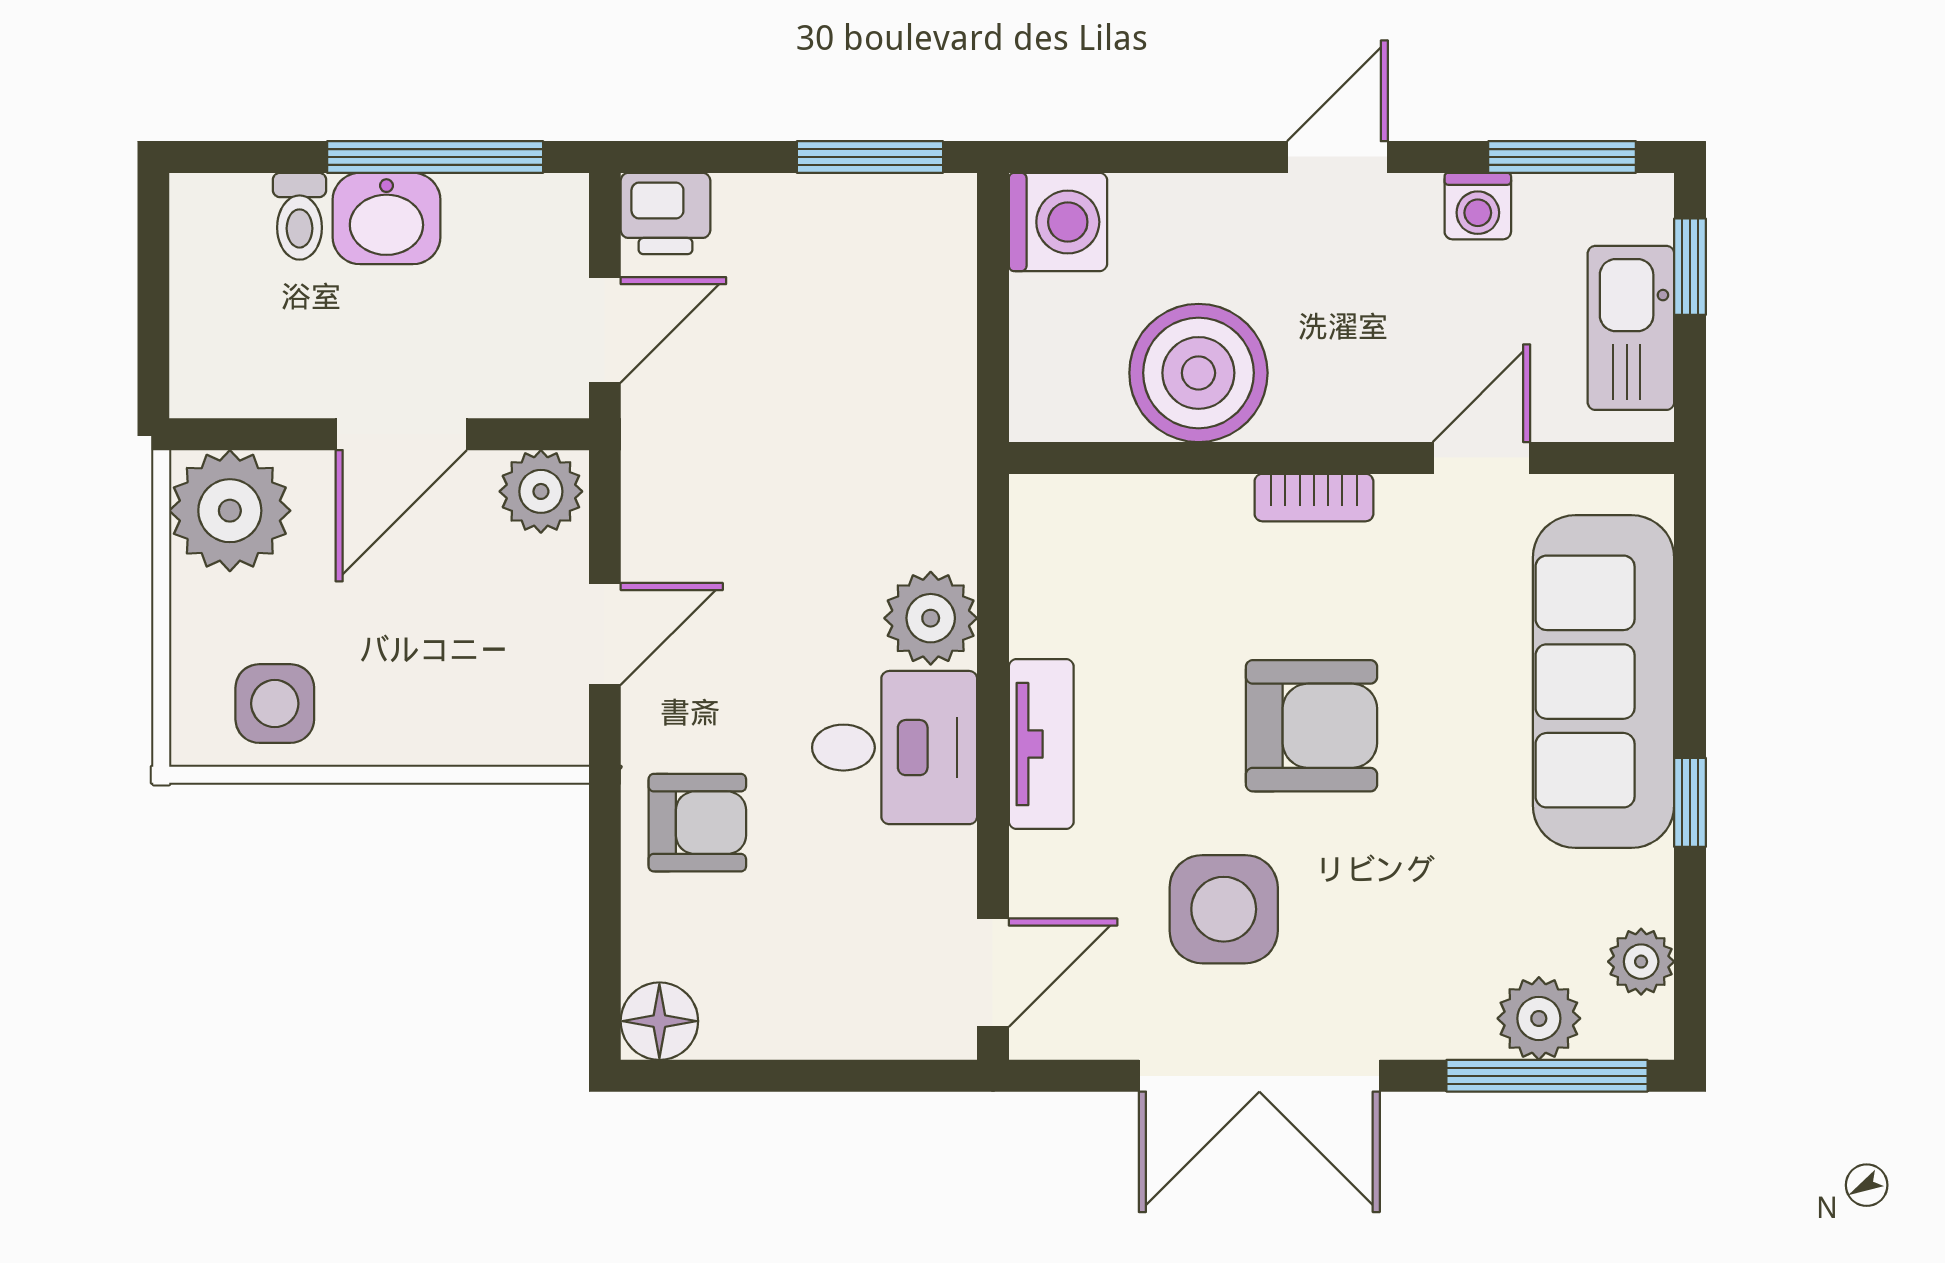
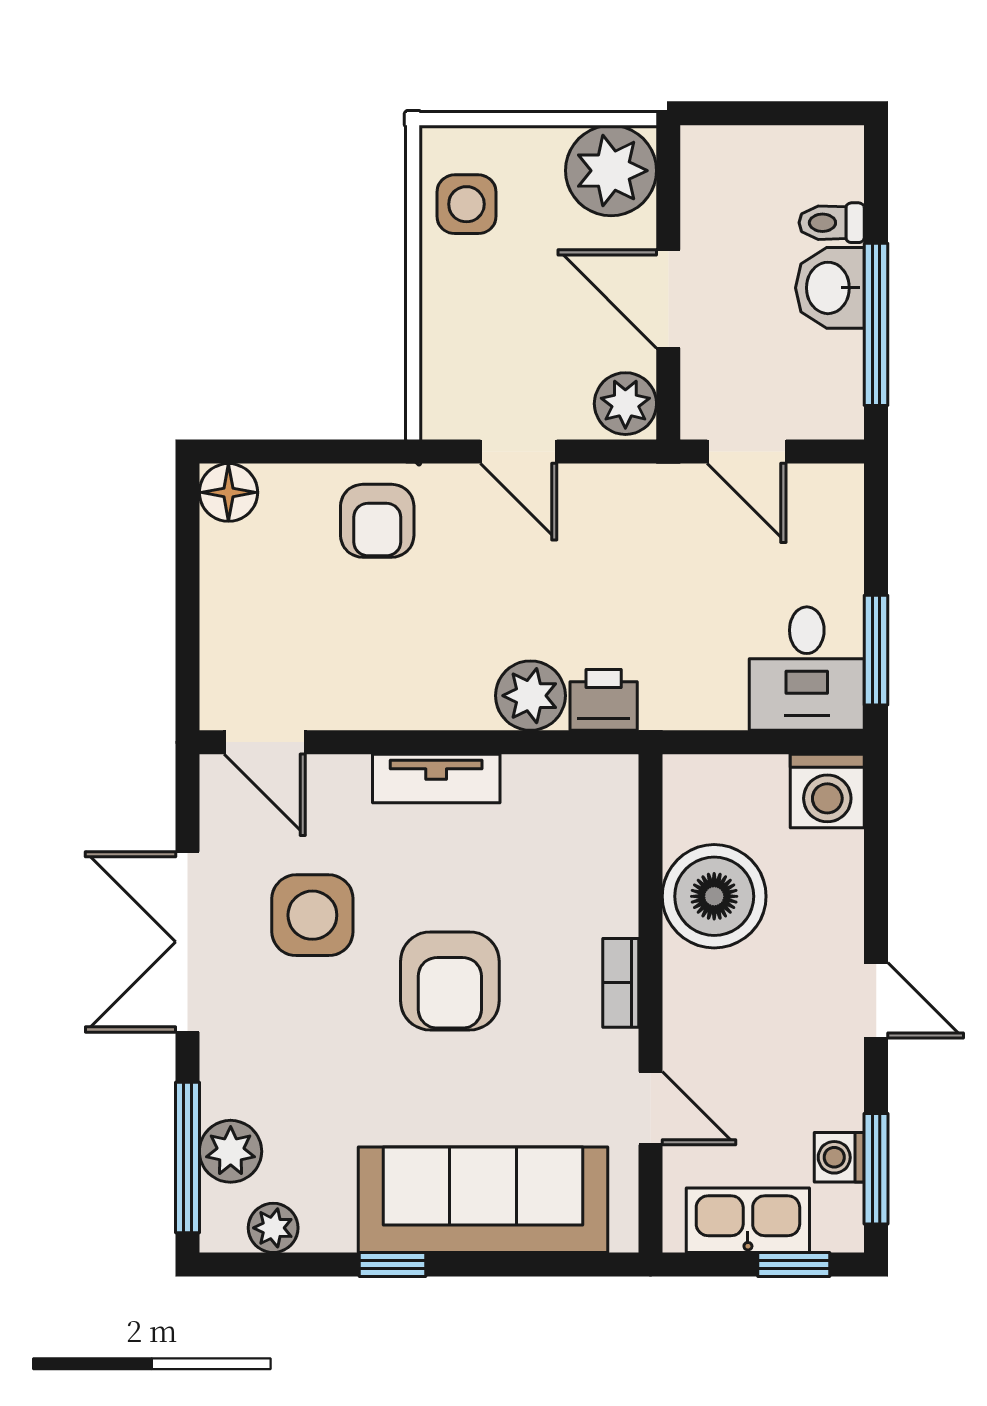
washing machine: (1478, 206) -> (839, 1157), moved
printer: (665, 214) -> (604, 700), moved, turned 90
desk: (895, 748) -> (807, 669), moved

